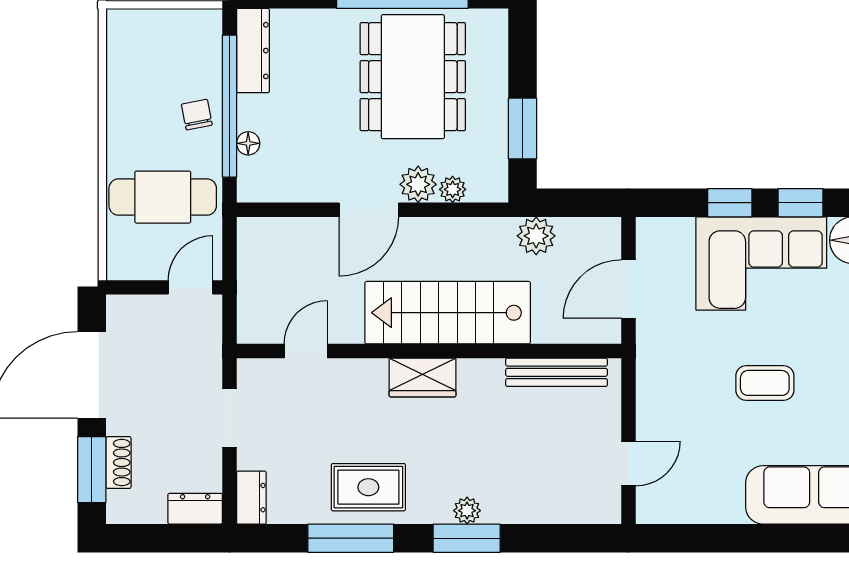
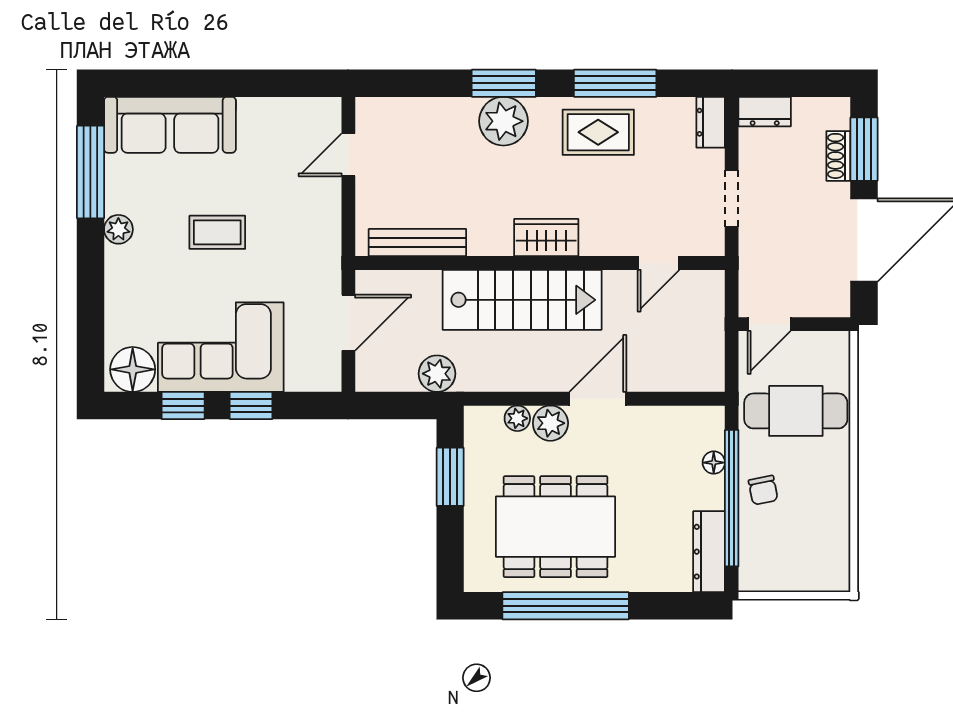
dining table: (413, 77) -> (556, 527), turned 90
plant: (467, 511) -> (503, 121), width x1.88, depth x1.88

